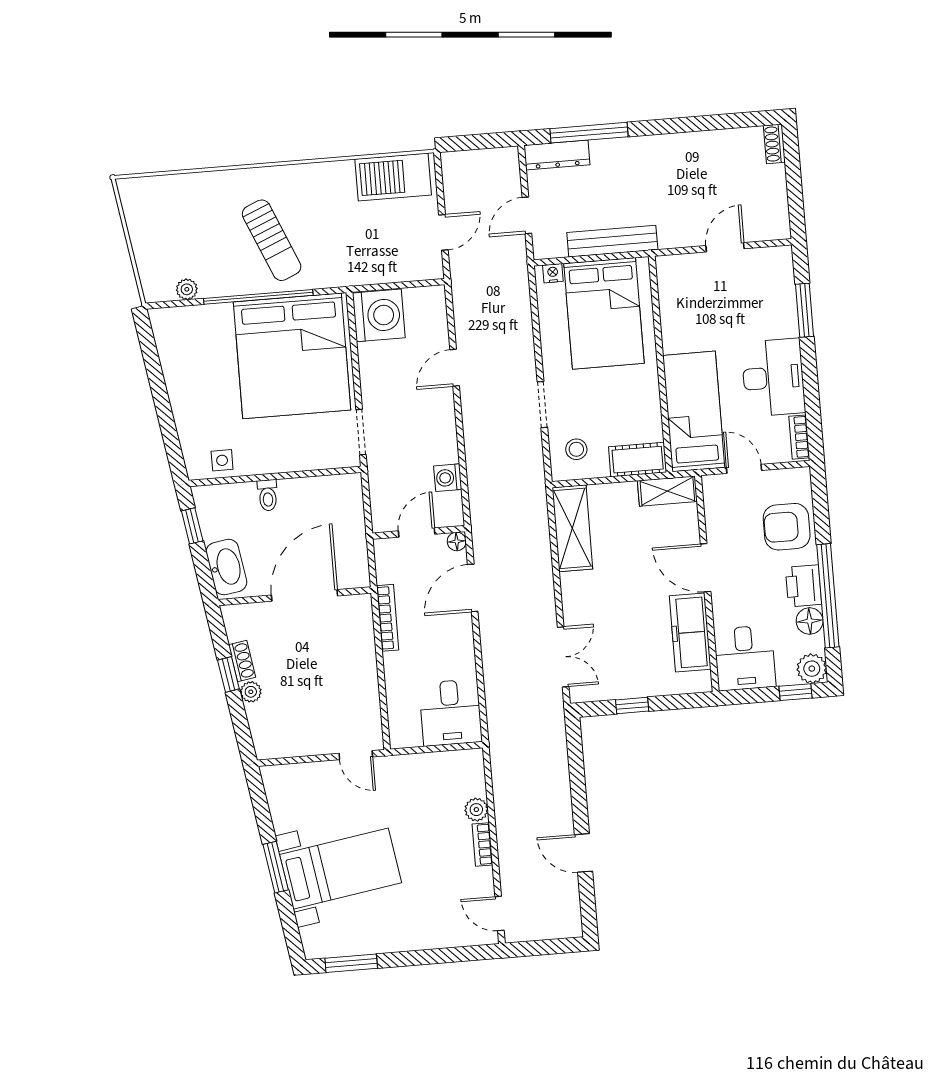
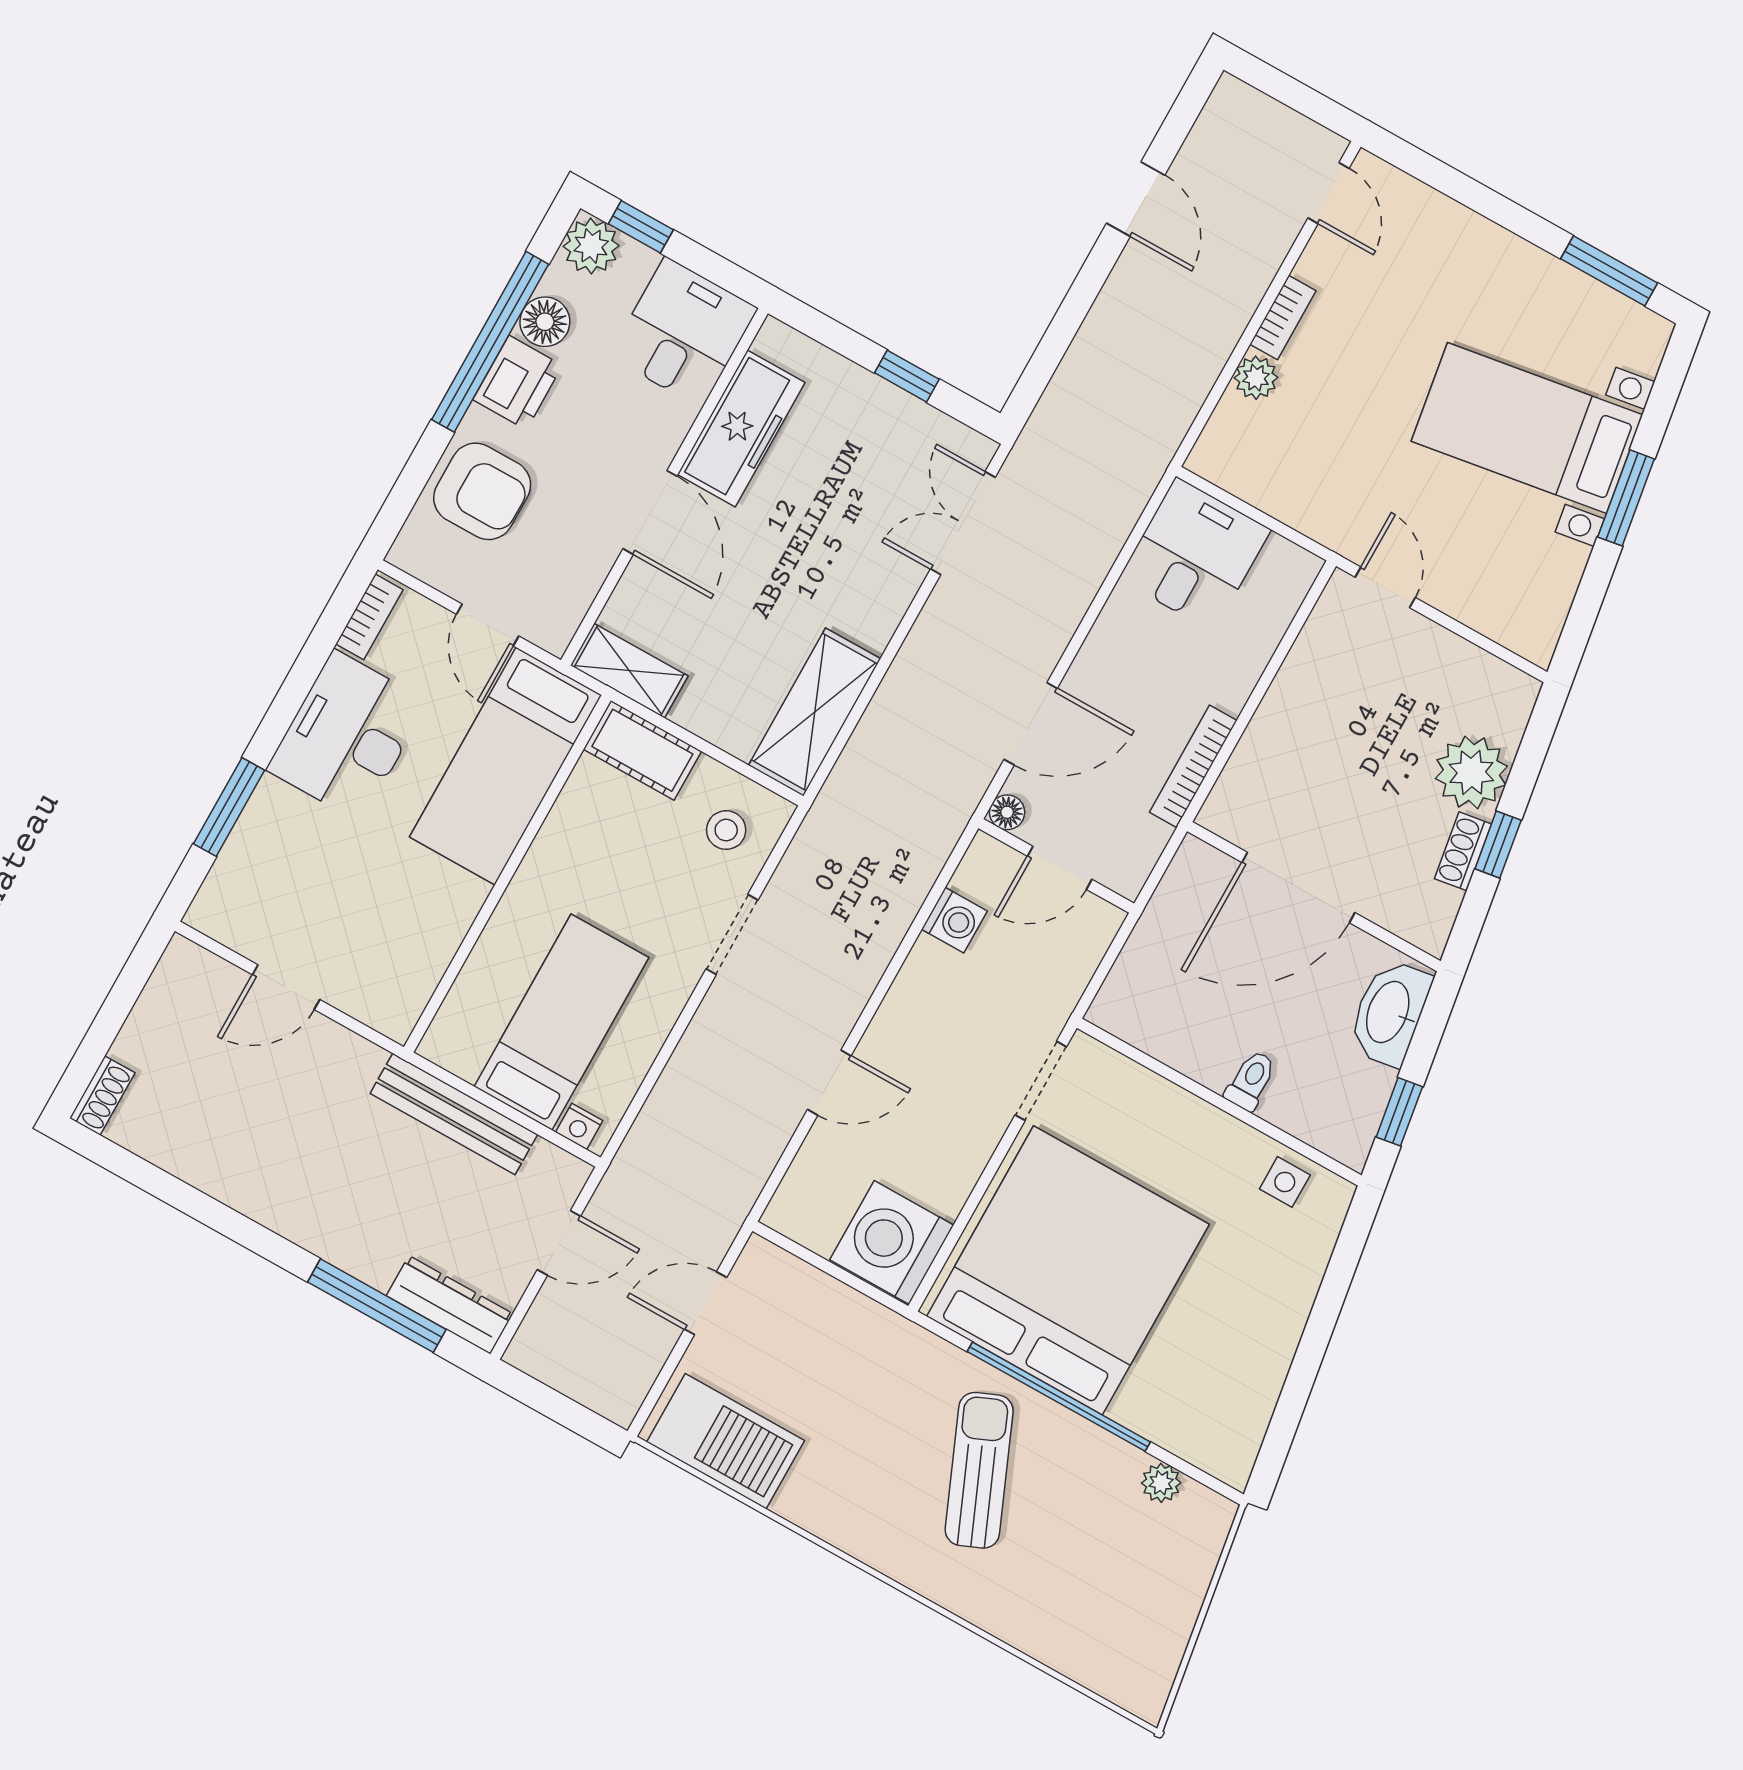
bed: (604, 313) -> (561, 1022), width x0.67
plant: (251, 692) -> (1471, 772), width x1.88, depth x1.88

